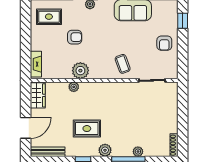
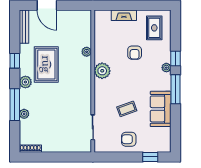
fireplace: (36, 64) -> (124, 15), moved
coffee table: (123, 64) -> (127, 109), moved
plant: (80, 71) -> (102, 71), moved
wardrobe: (38, 95) -> (78, 17), removed
rug: (87, 129) -> (46, 64), width x1.36, depth x1.43

